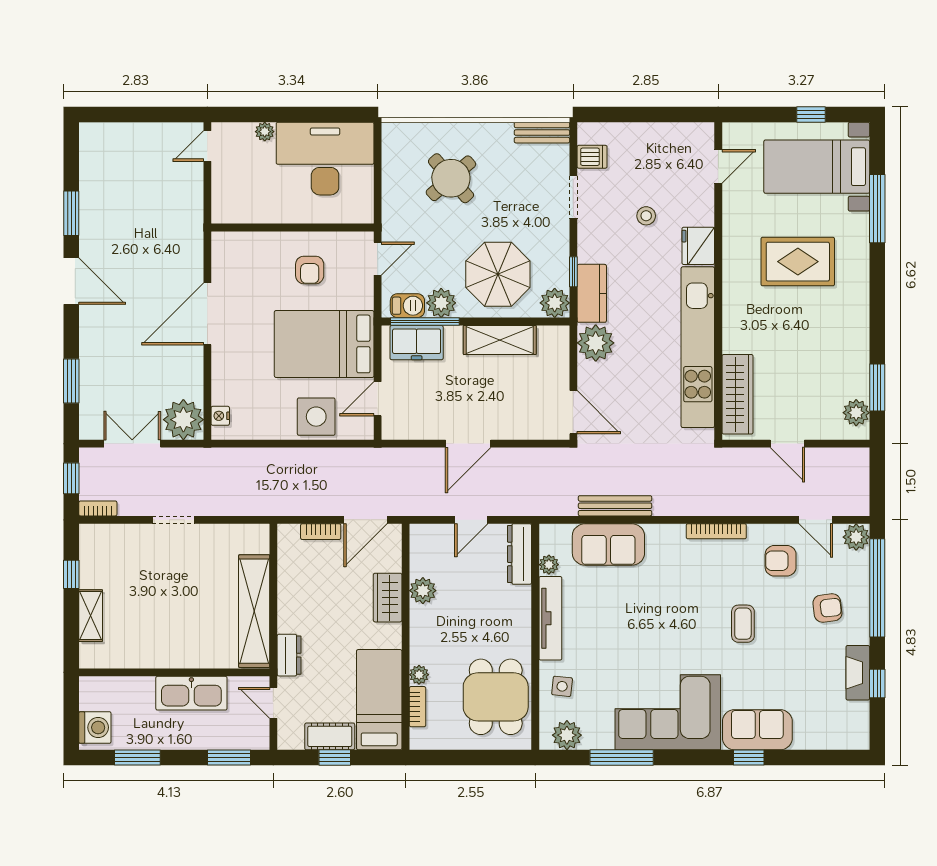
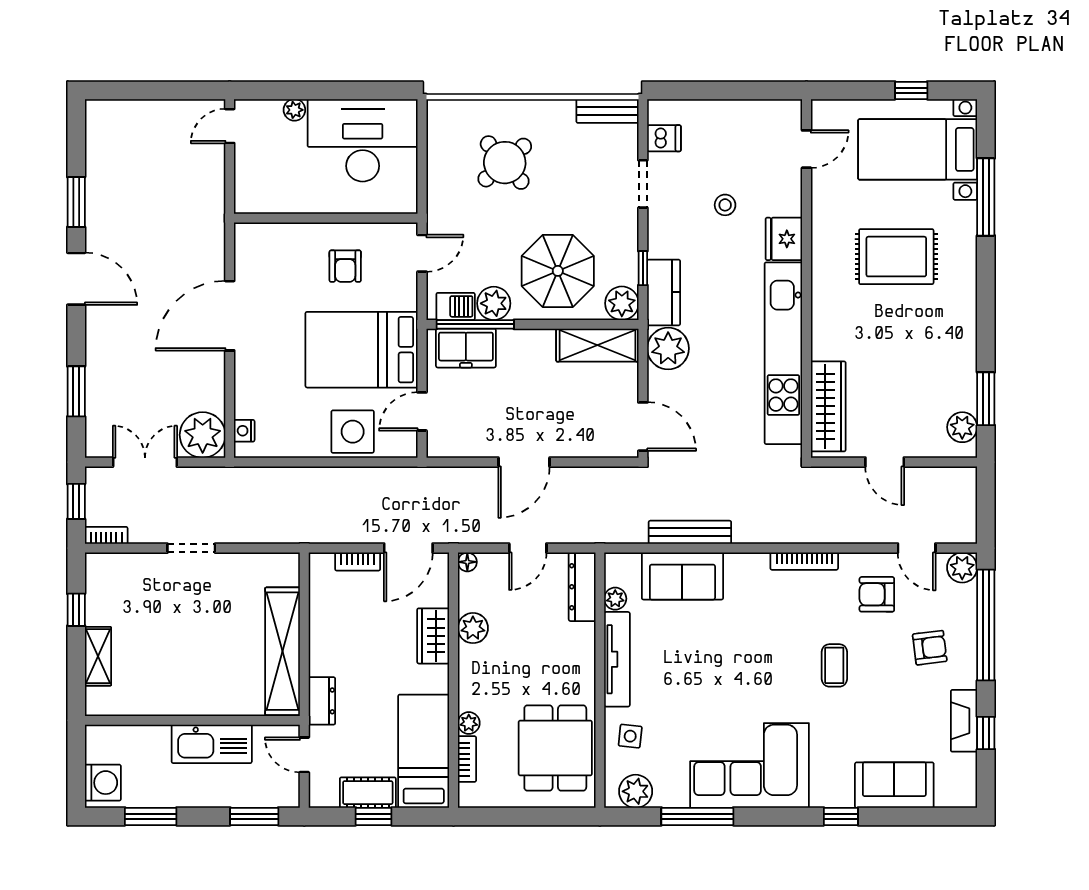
shelving: (500, 340) -> (597, 345), moved
floor lamp: (418, 532) -> (467, 562), added
sofa: (757, 730) -> (894, 785), moved

